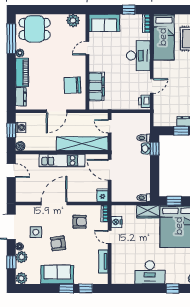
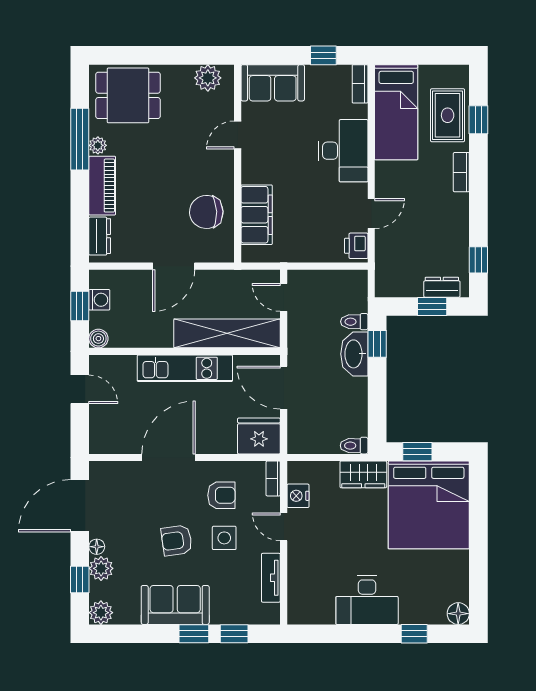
window: (11, 39) -> (80, 139), moved
washbasin: (146, 148) -> (354, 354), width x1.91, depth x1.45
fridge: (102, 195) -> (259, 436), width x1.88, depth x1.34
side table: (36, 232) -> (224, 538), moved

